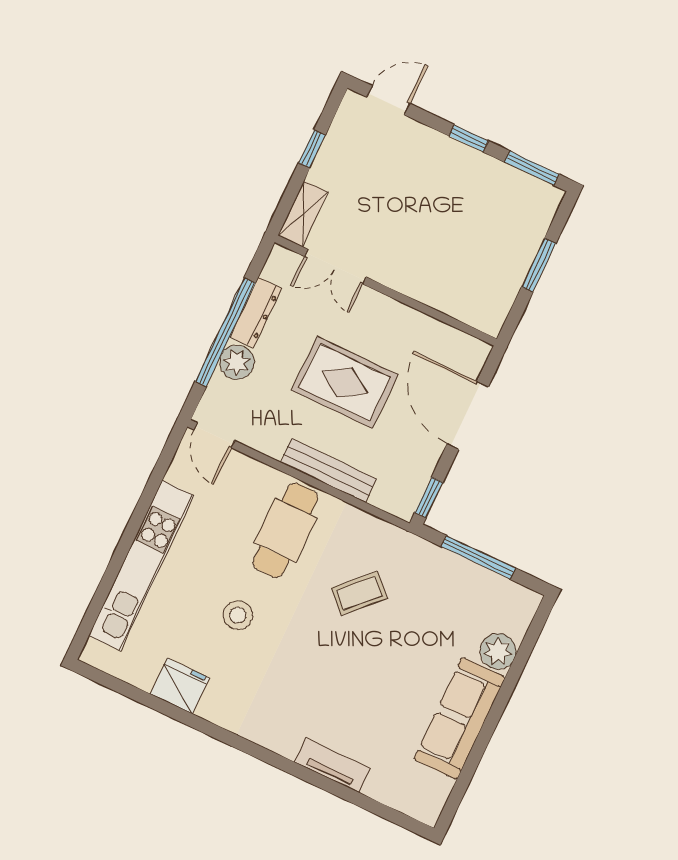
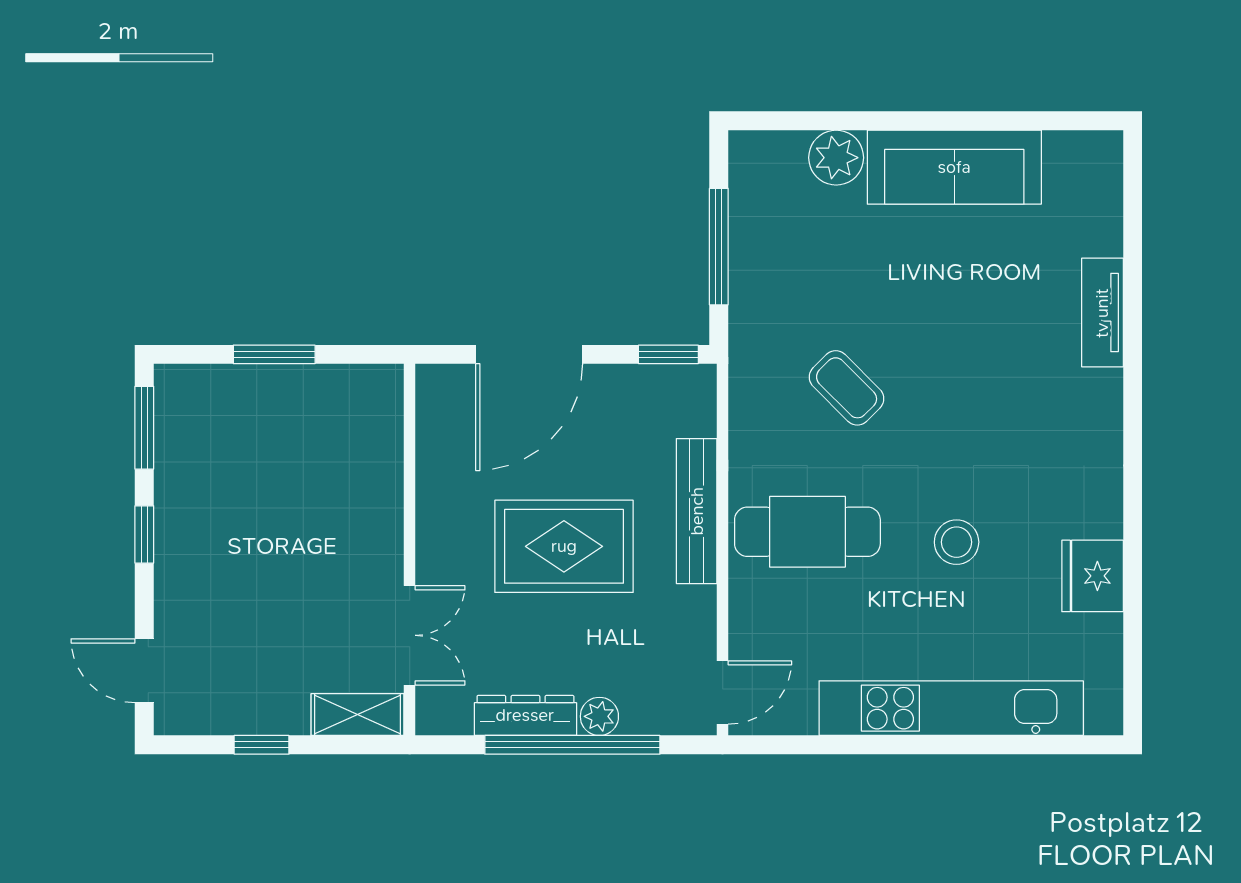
plant: (237, 362) -> (599, 716), width x0.73, depth x0.73
rug: (345, 382) -> (564, 546), turned 90

